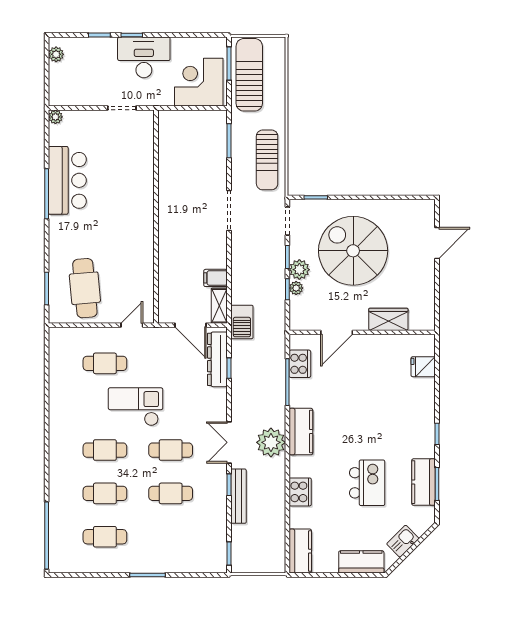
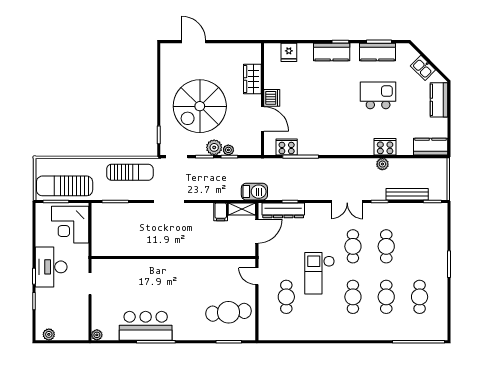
dishwasher: (364, 345) -> (272, 98), added
kitchen counter: (301, 432) -> (332, 52), moved, turned 180
plant: (271, 442) -> (382, 164), moved, width x0.53, depth x0.53
bench: (238, 496) -> (407, 194), moved

